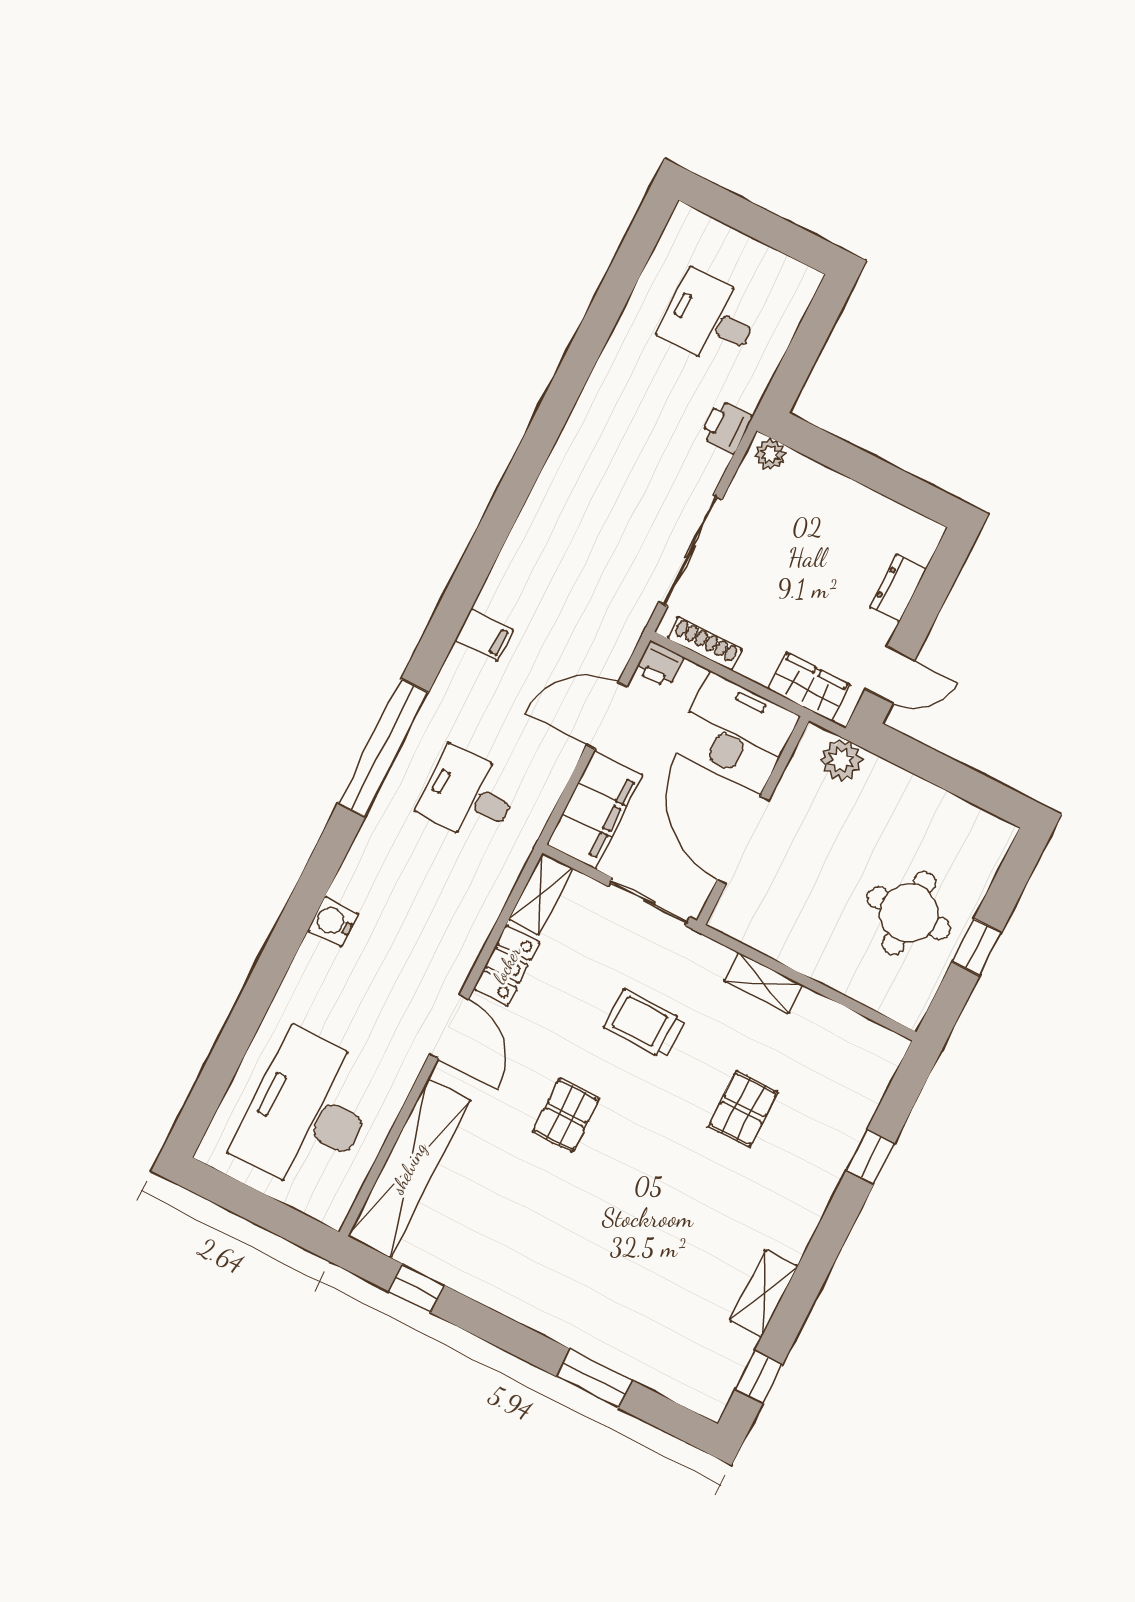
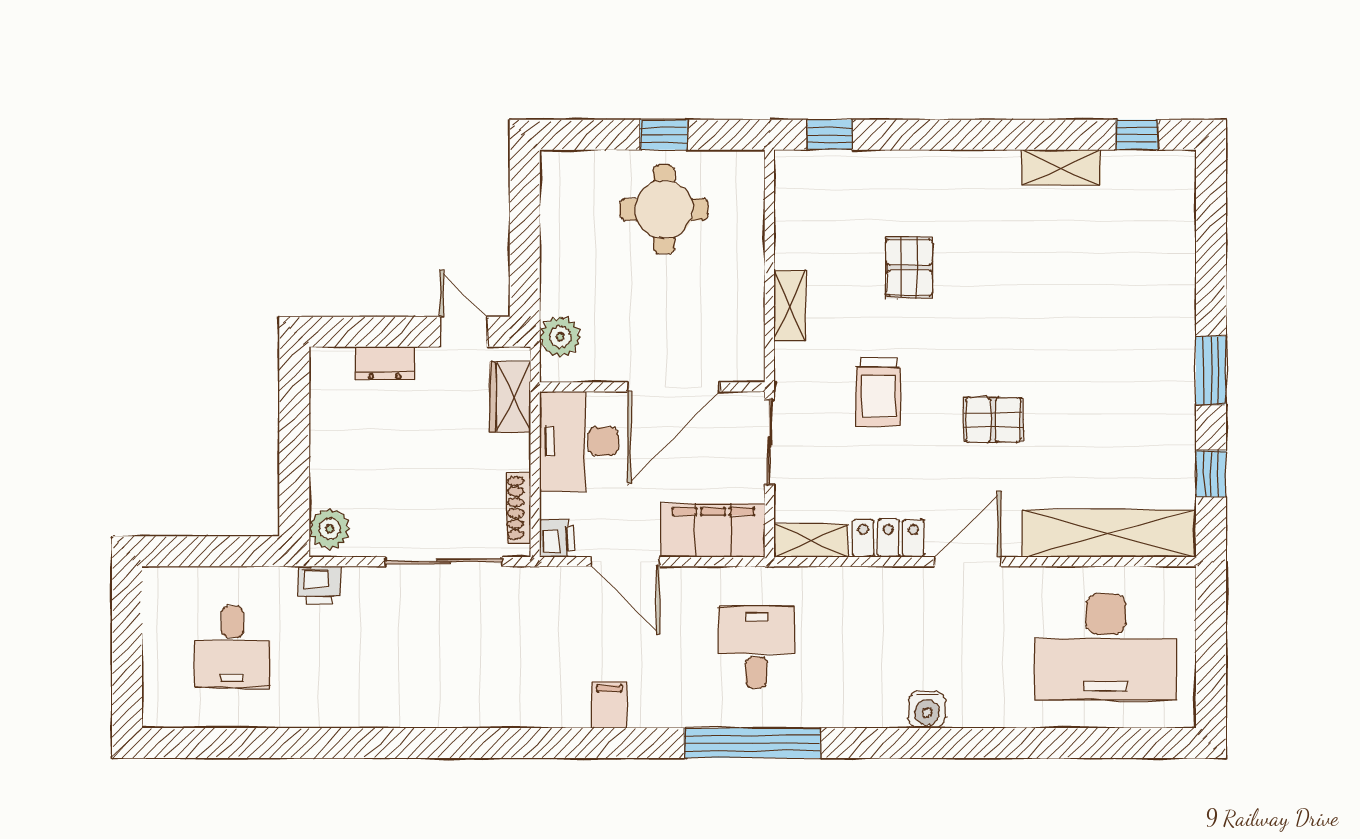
plant: (770, 454) -> (330, 529), width x1.38, depth x1.38
desk: (469, 795) -> (756, 647), turned 180
pallet: (743, 1109) -> (909, 268), turned 90
window: (870, 1157) -> (830, 135), moved
window: (594, 1378) -> (1211, 370), moved

